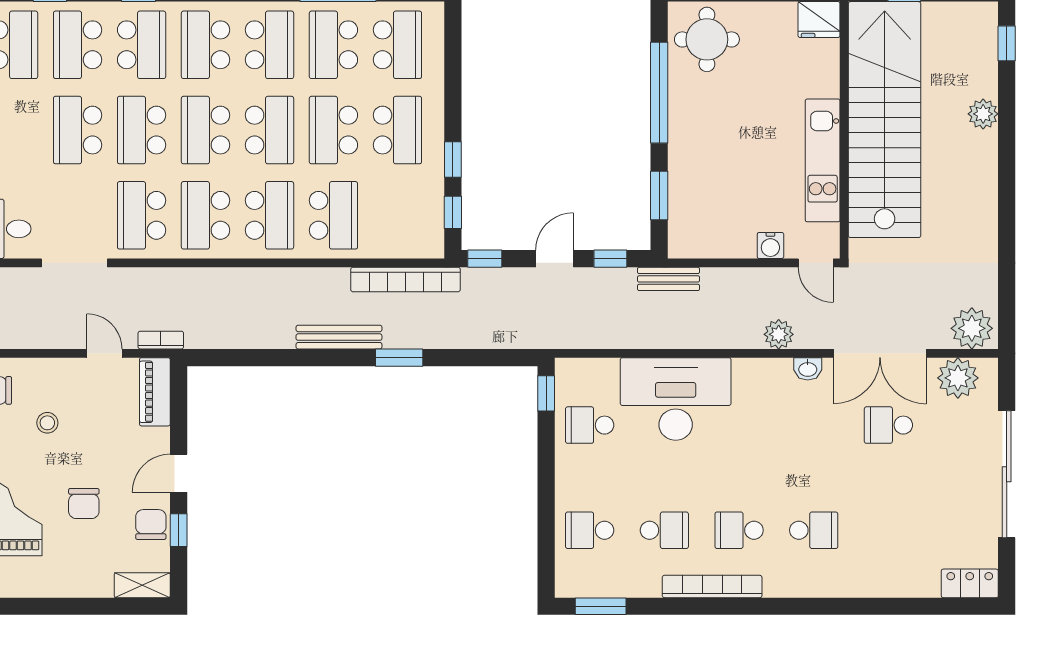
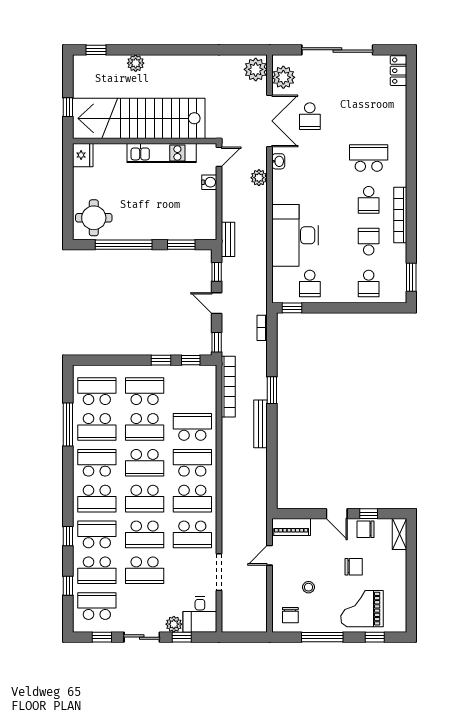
school desk: (269, 130) -> (145, 463), turned 180
bookcase: (161, 340) -> (262, 328), moved
school desk: (814, 530) -> (369, 158), width x1.85

